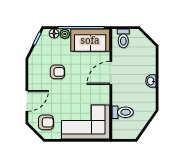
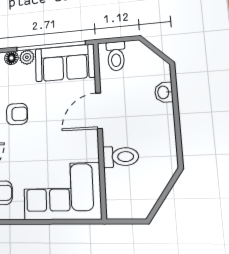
washbasin: (151, 81) -> (164, 92), moved
toilet: (123, 112) -> (121, 157), moved

